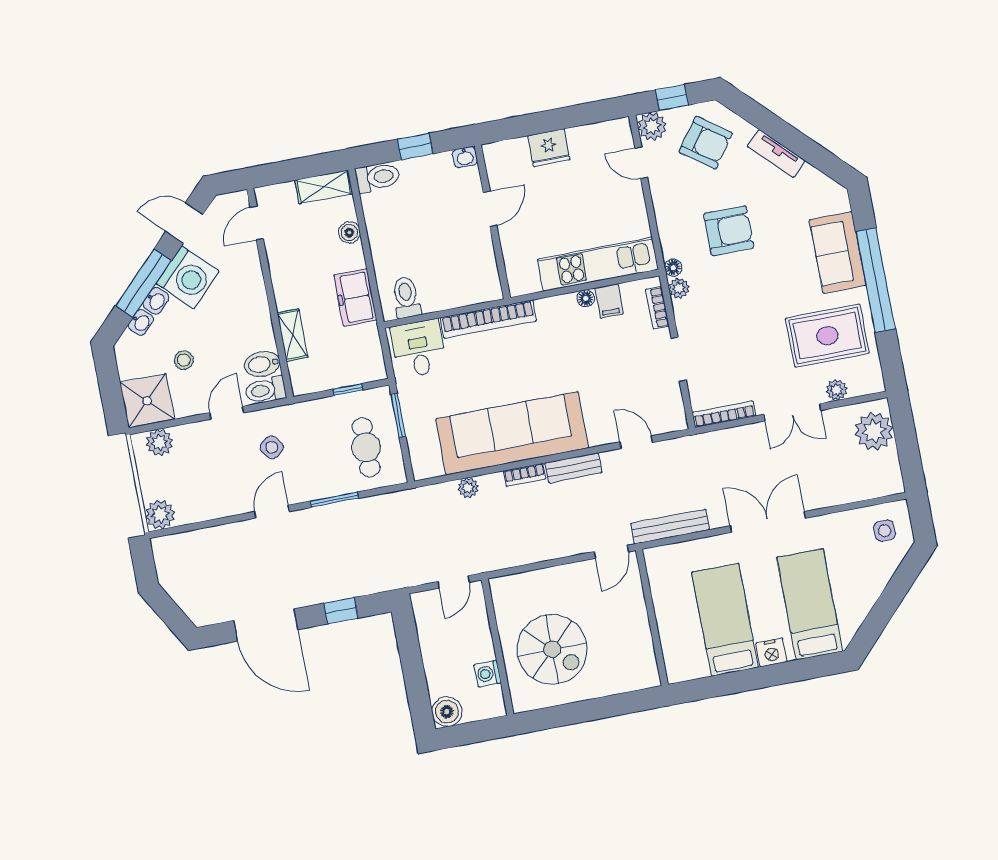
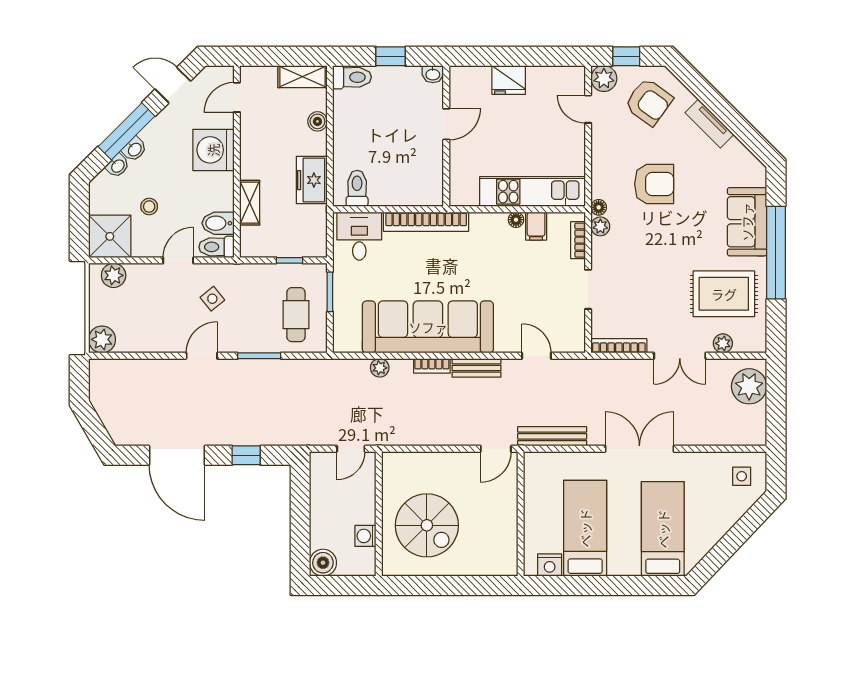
washing machine: (188, 277) -> (213, 150), moved, turned 135
nightstand: (771, 652) -> (550, 565), moved

